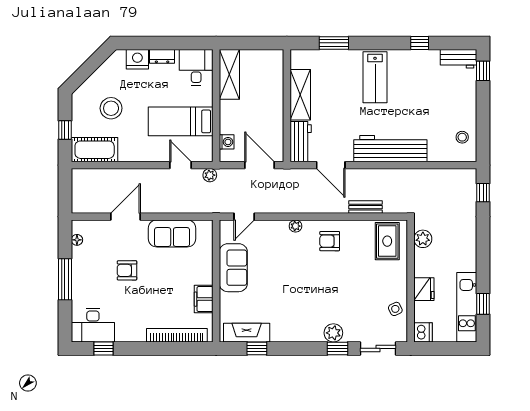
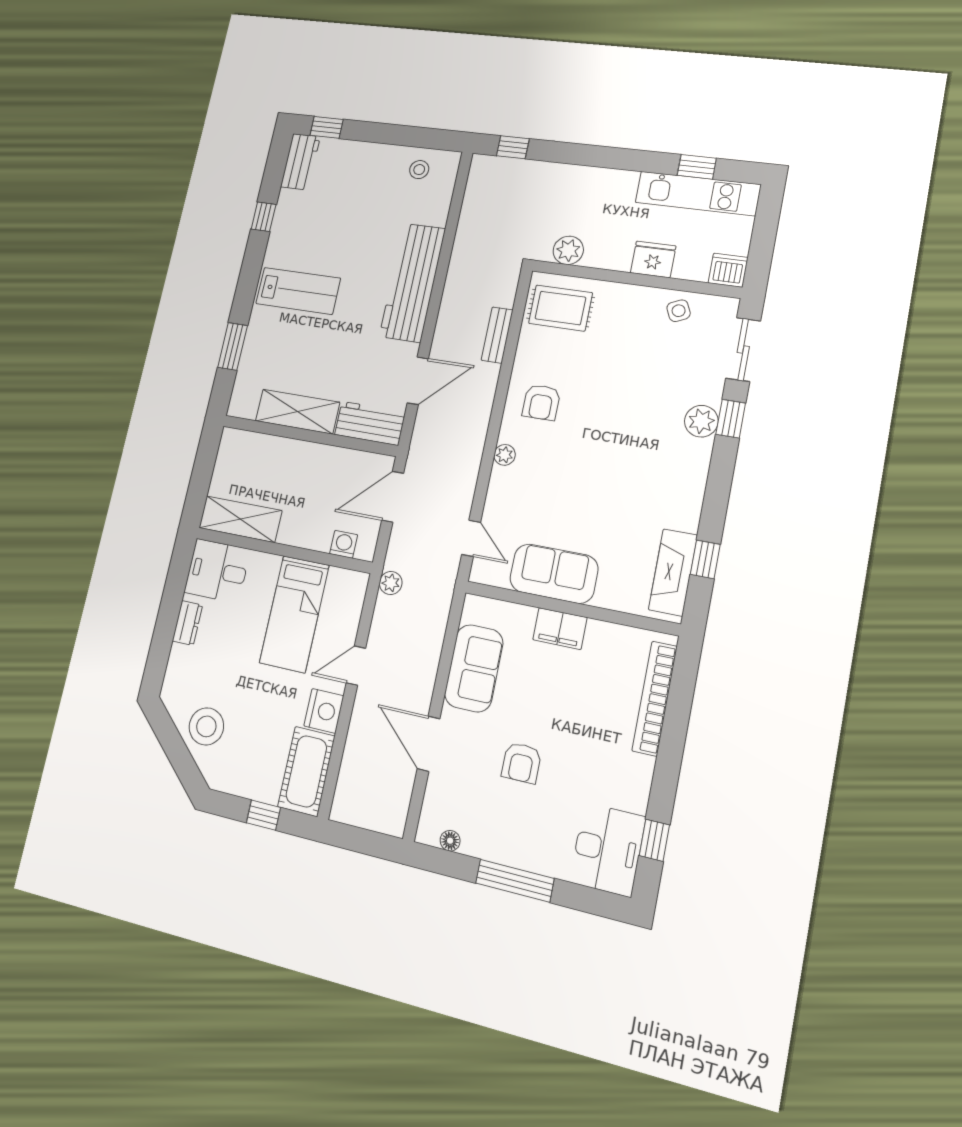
nightstand: (137, 59) -> (324, 711), moved, turned 180
stool: (111, 108) -> (206, 726), moved
door: (181, 165) -> (356, 666), moved
filing cabinet: (204, 299) -> (560, 629), moved

